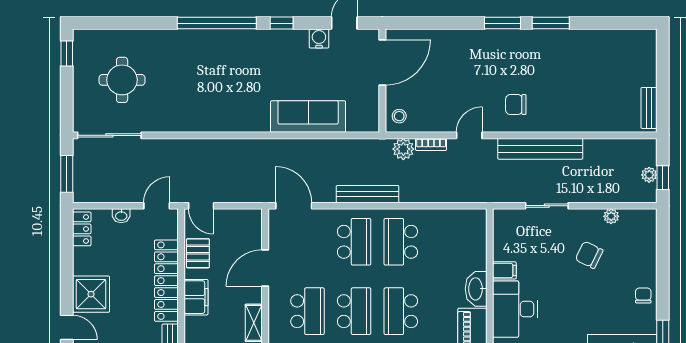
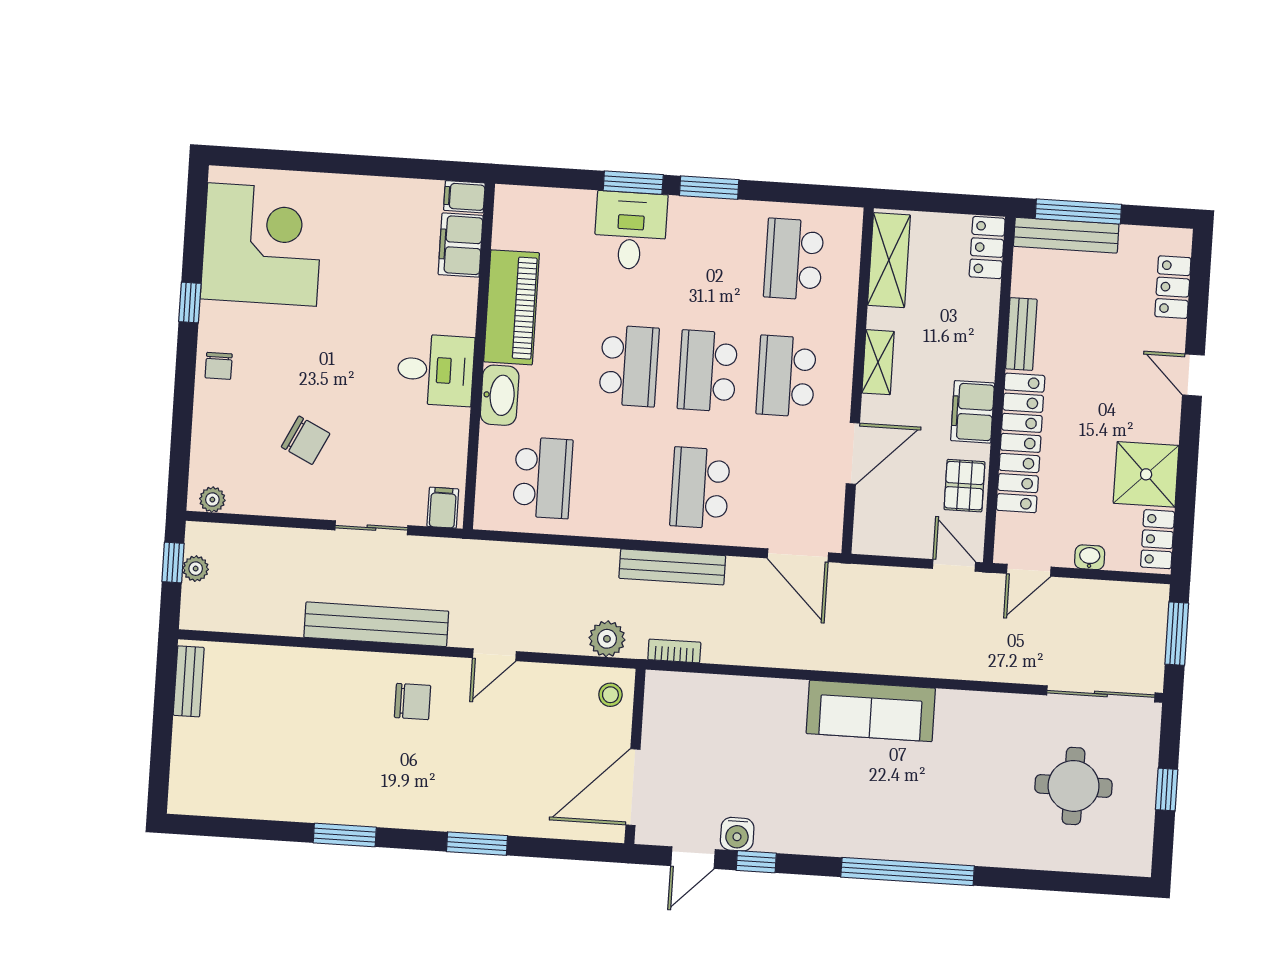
window: (282, 23) -> (756, 862), moved
window: (502, 23) -> (477, 844), moved
window: (67, 53) -> (1167, 790), moved
sofa: (308, 117) -> (871, 711), moved
bookcase: (431, 144) -> (674, 651), moved
plant: (611, 216) -> (212, 500), moved
school desk: (401, 242) -> (543, 478), moved
filing cabinet: (504, 270) -> (443, 508), moved, turned 90
shower: (91, 294) -> (1146, 474), moved
desk: (515, 309) -> (436, 370), width x0.73

